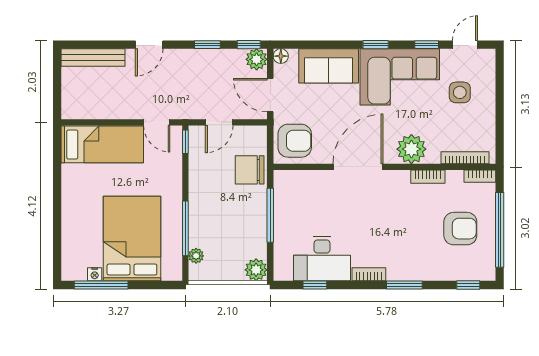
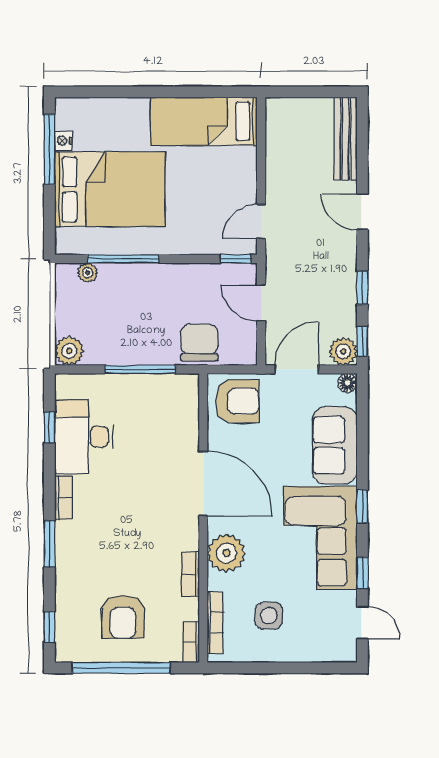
side table: (460, 92) -> (269, 616), moved
armchair: (295, 141) -> (237, 401), turned -90
bed: (102, 144) -> (204, 121), moved, turned 90

